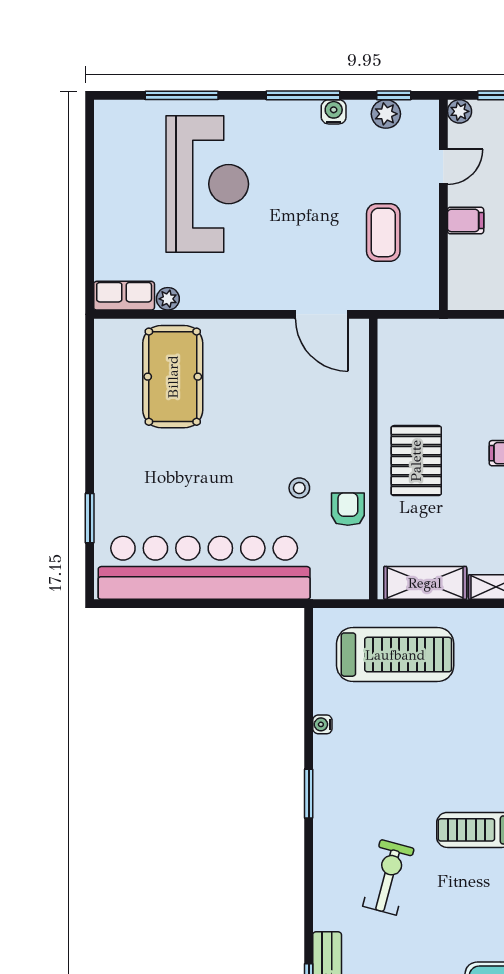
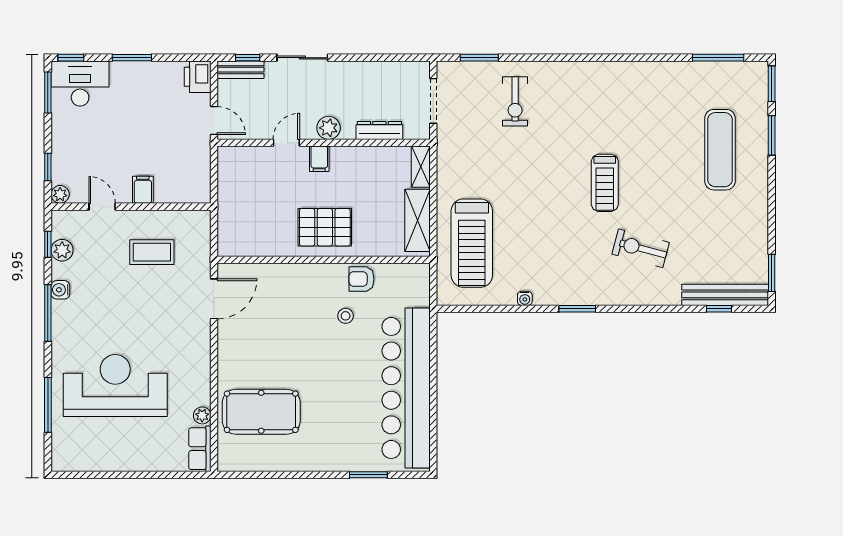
treadmill: (395, 655) -> (472, 243), turned 180

